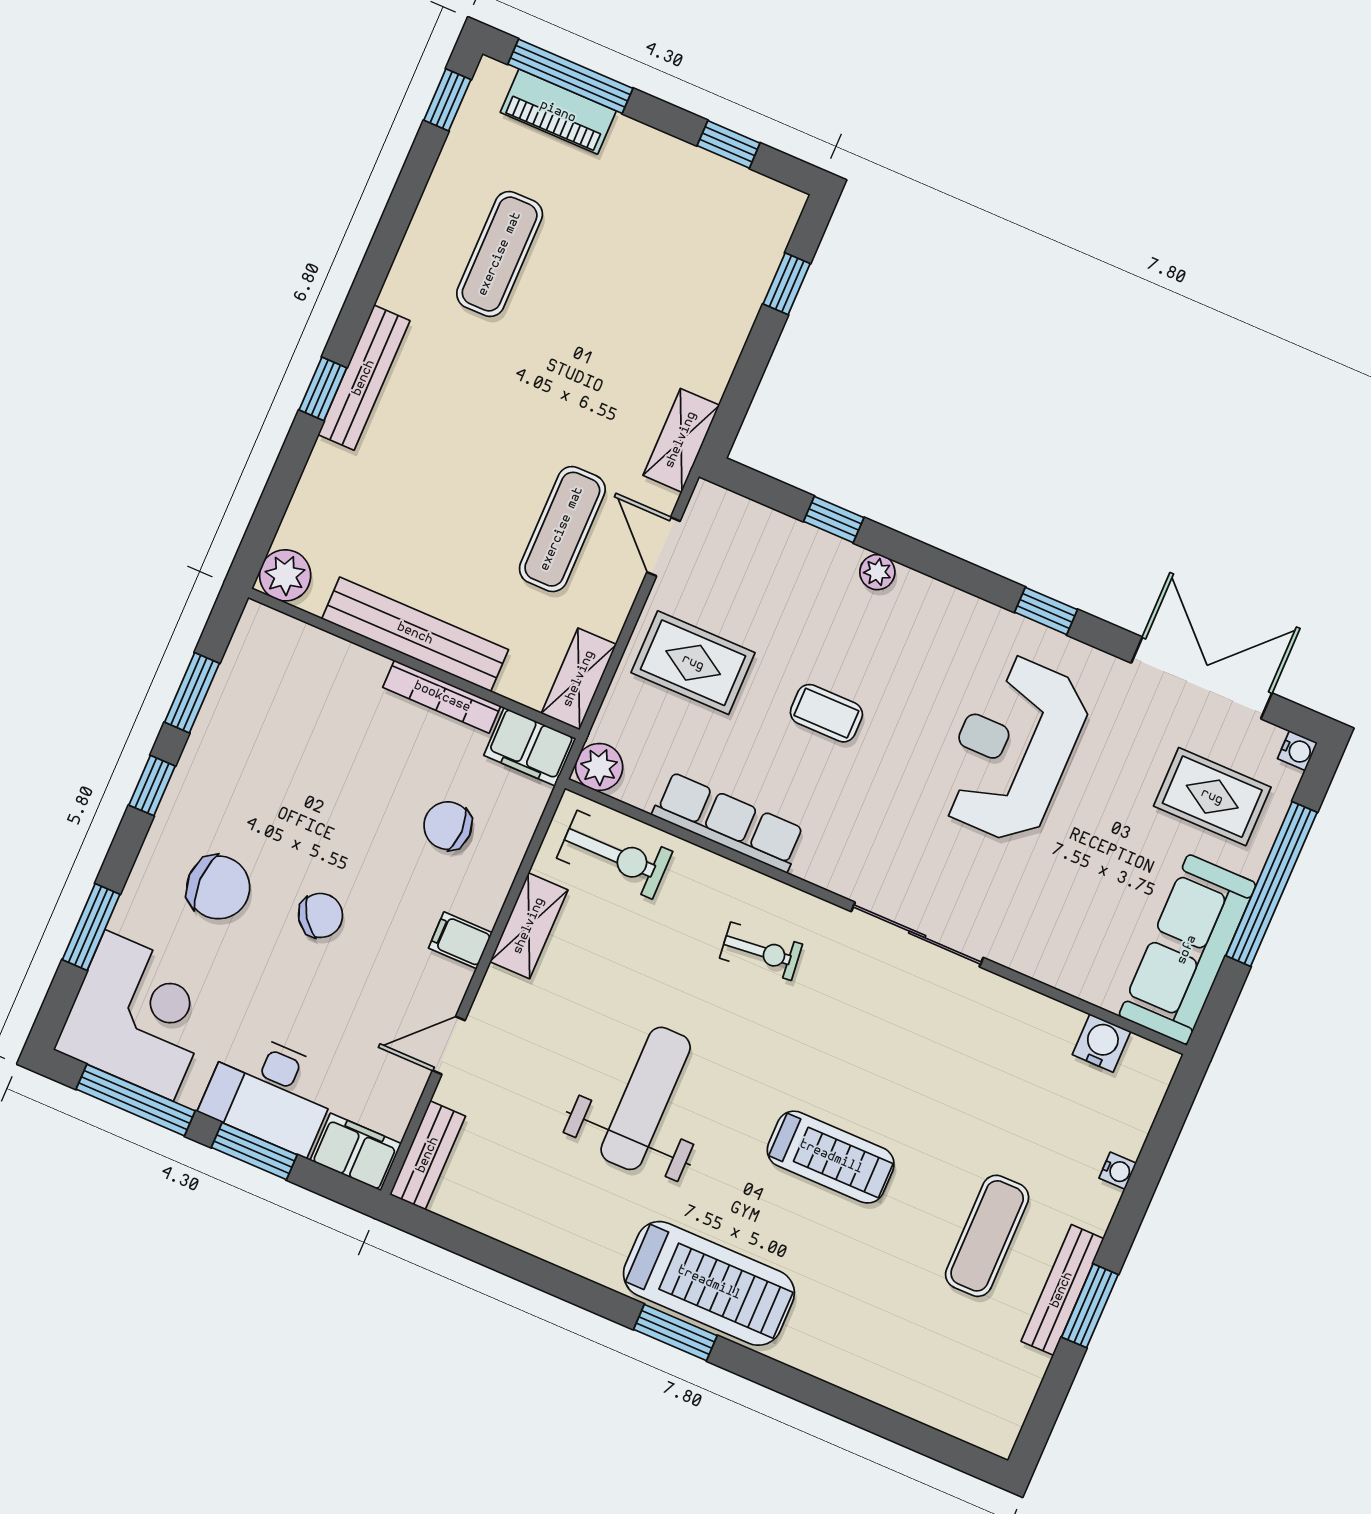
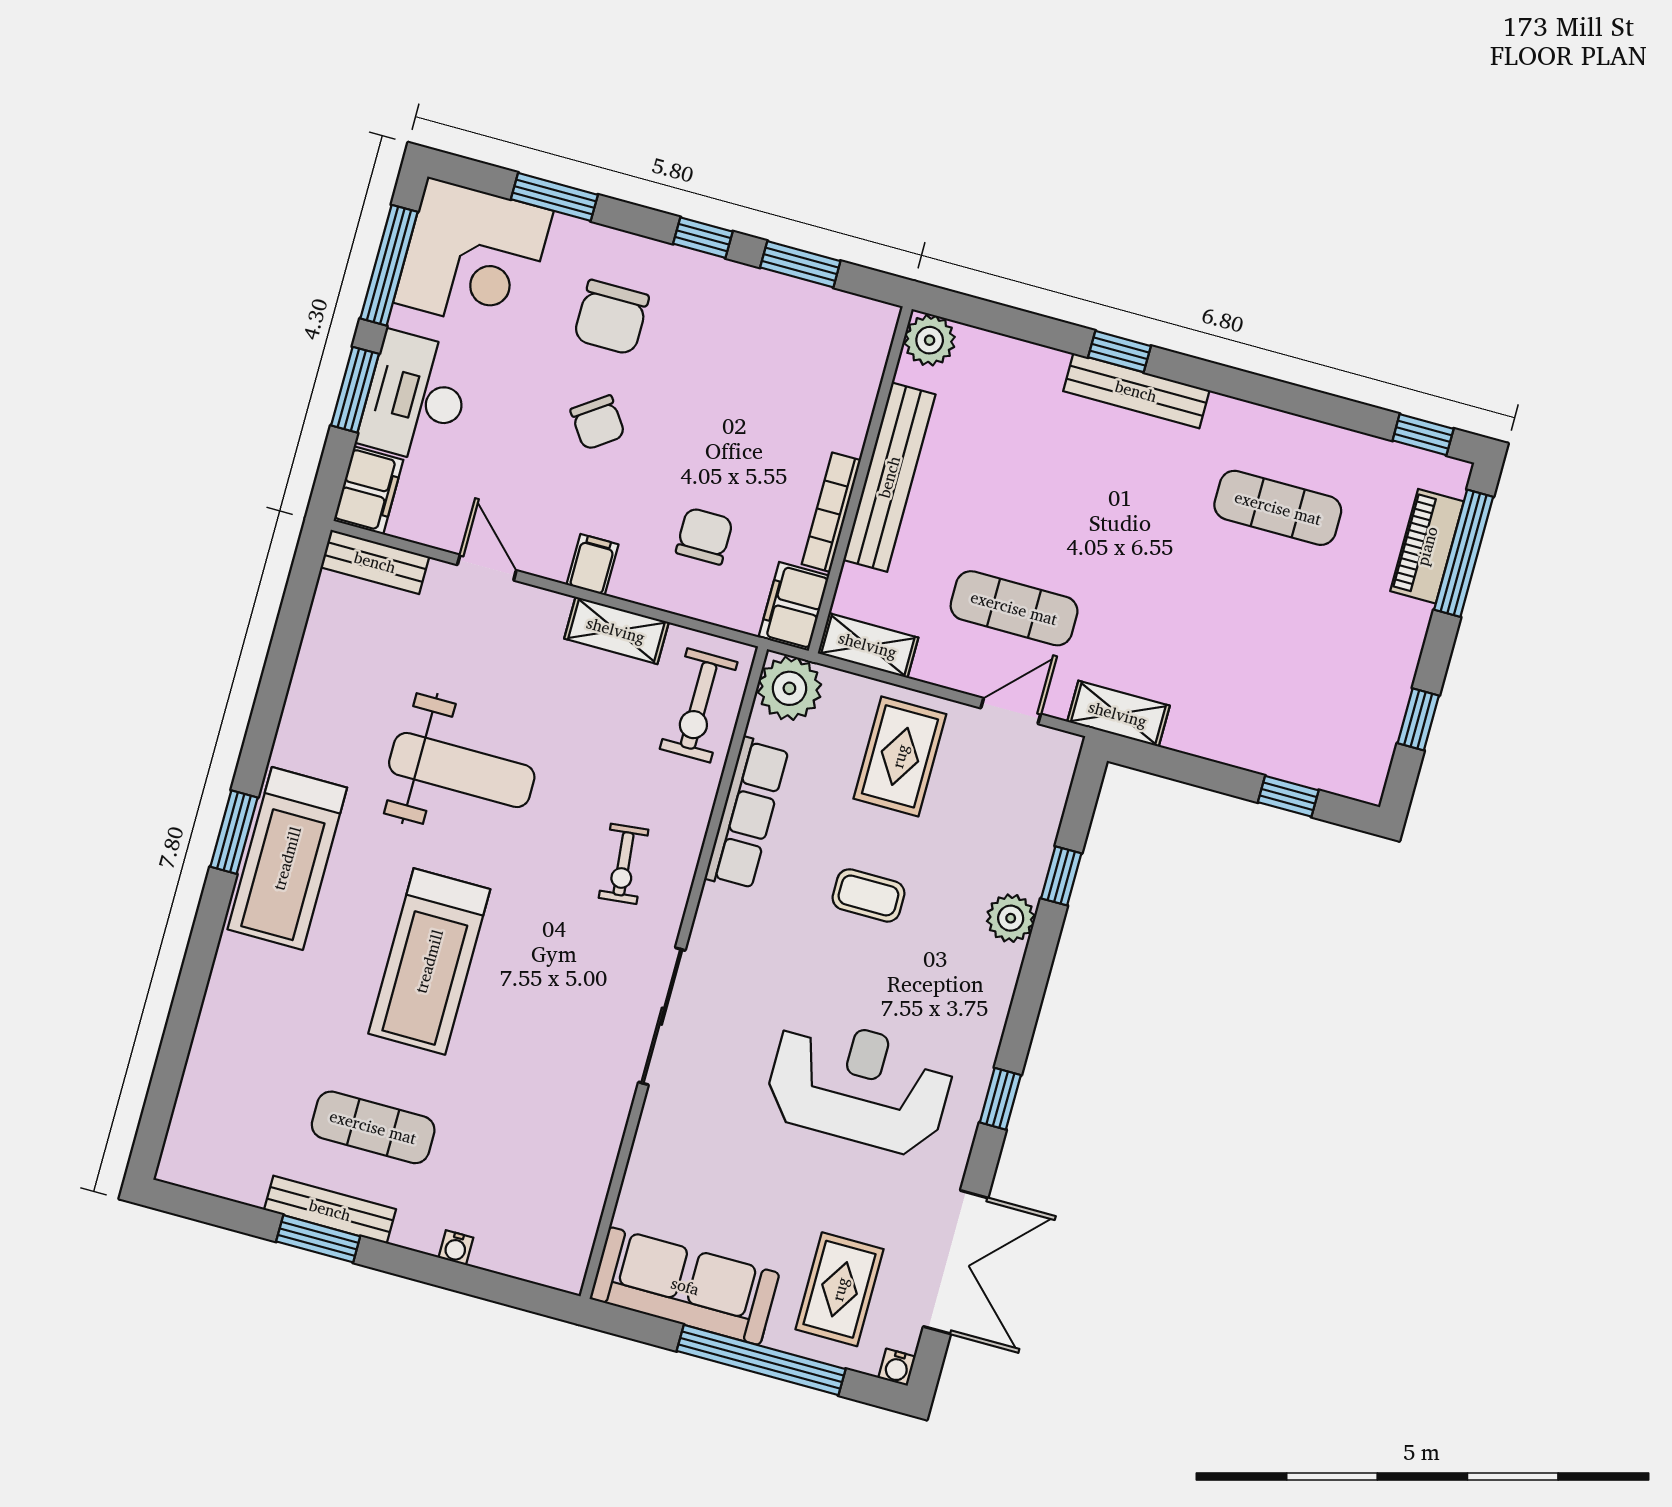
plant: (877, 572) -> (1011, 918), width x1.38, depth x1.38
coffee table: (826, 713) -> (868, 895), turned 90
plant: (599, 767) -> (789, 688), width x1.36, depth x1.36
water cooler: (1101, 1043) -> (580, 1214), removed
treadmill: (831, 1157) -> (429, 961), width x1.37, depth x1.38

